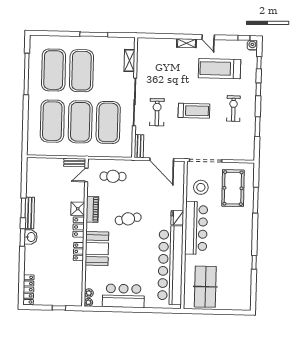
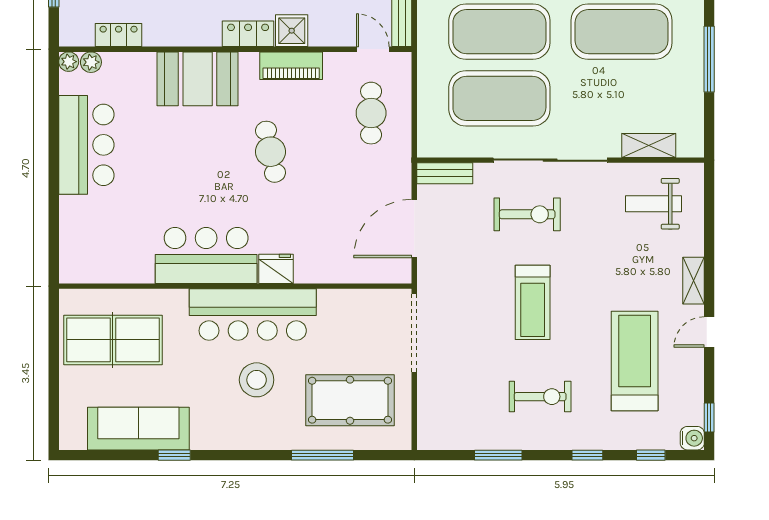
weight bench: (154, 59) -> (654, 204), added
stool: (201, 187) -> (257, 380), moved
locker: (79, 252) -> (119, 35), moved
bar counter: (170, 265) -> (206, 255), width x0.54
sofa: (243, 277) -> (138, 429), added

